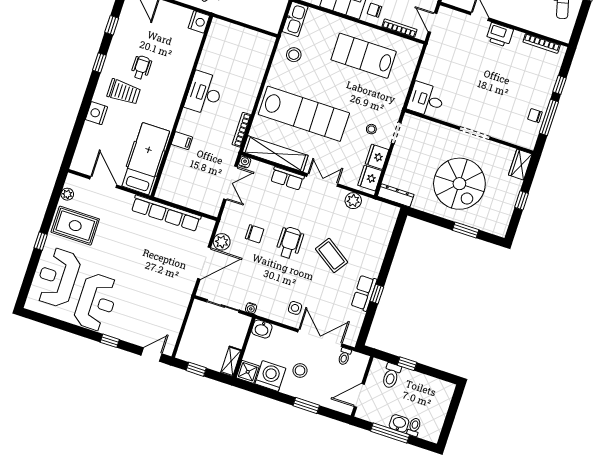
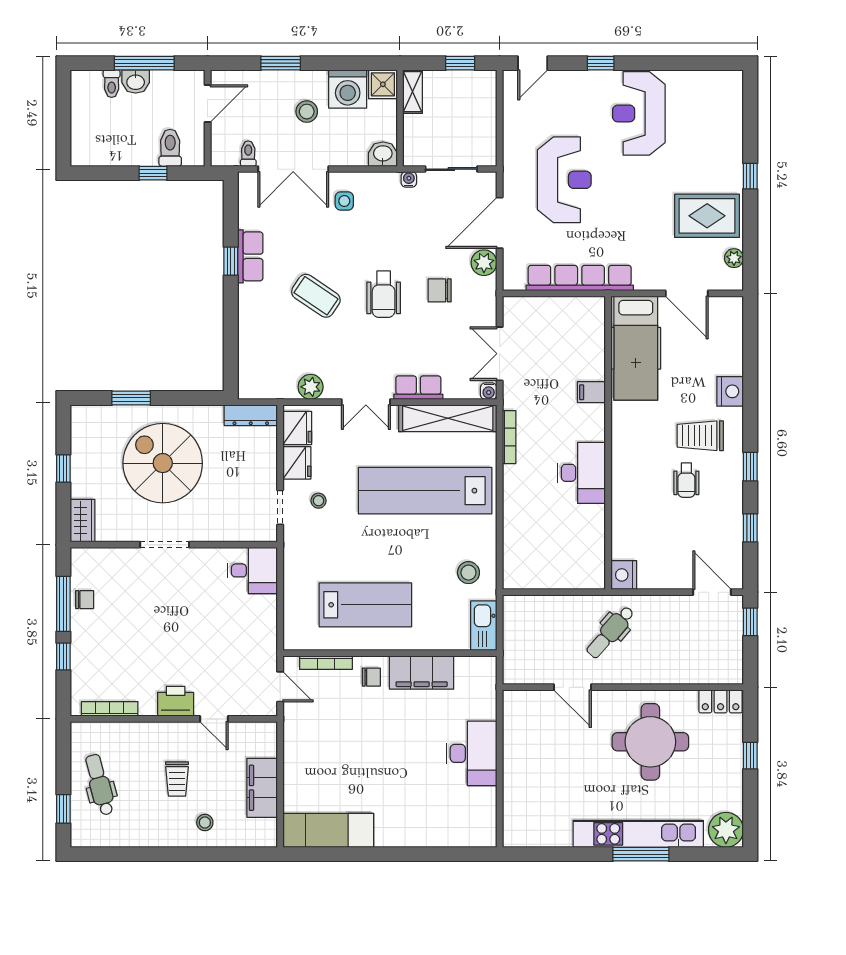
reception desk: (58, 277) -> (564, 180), moved

